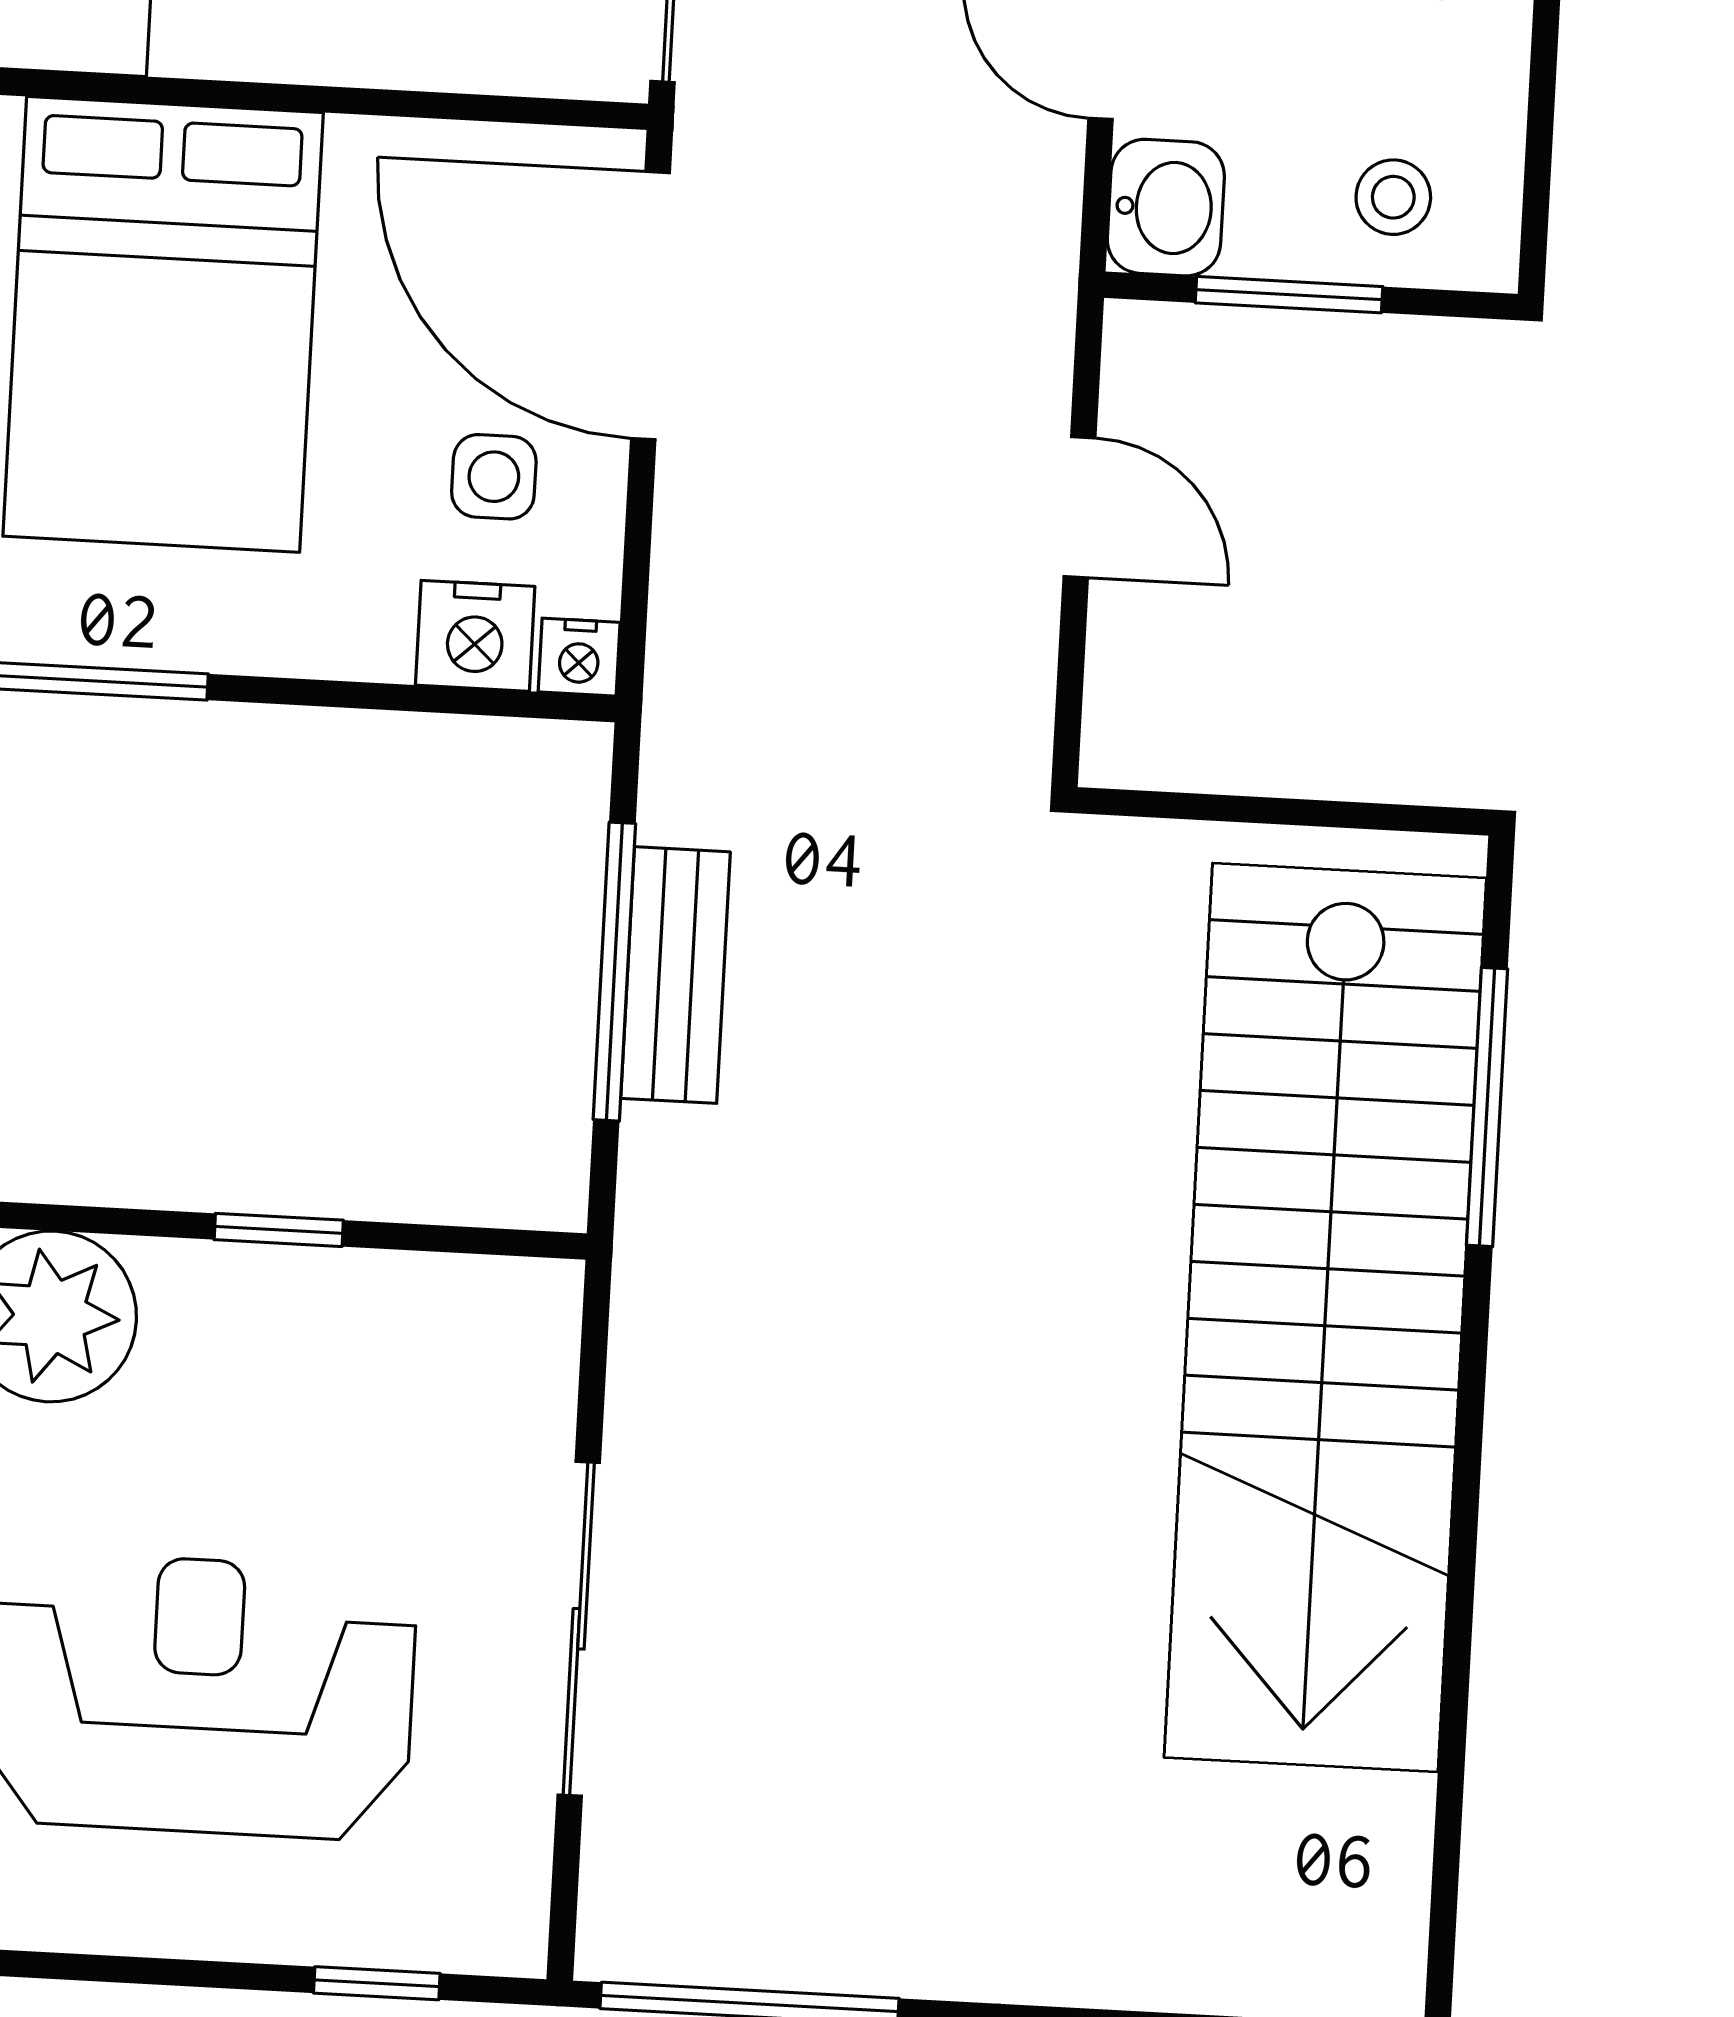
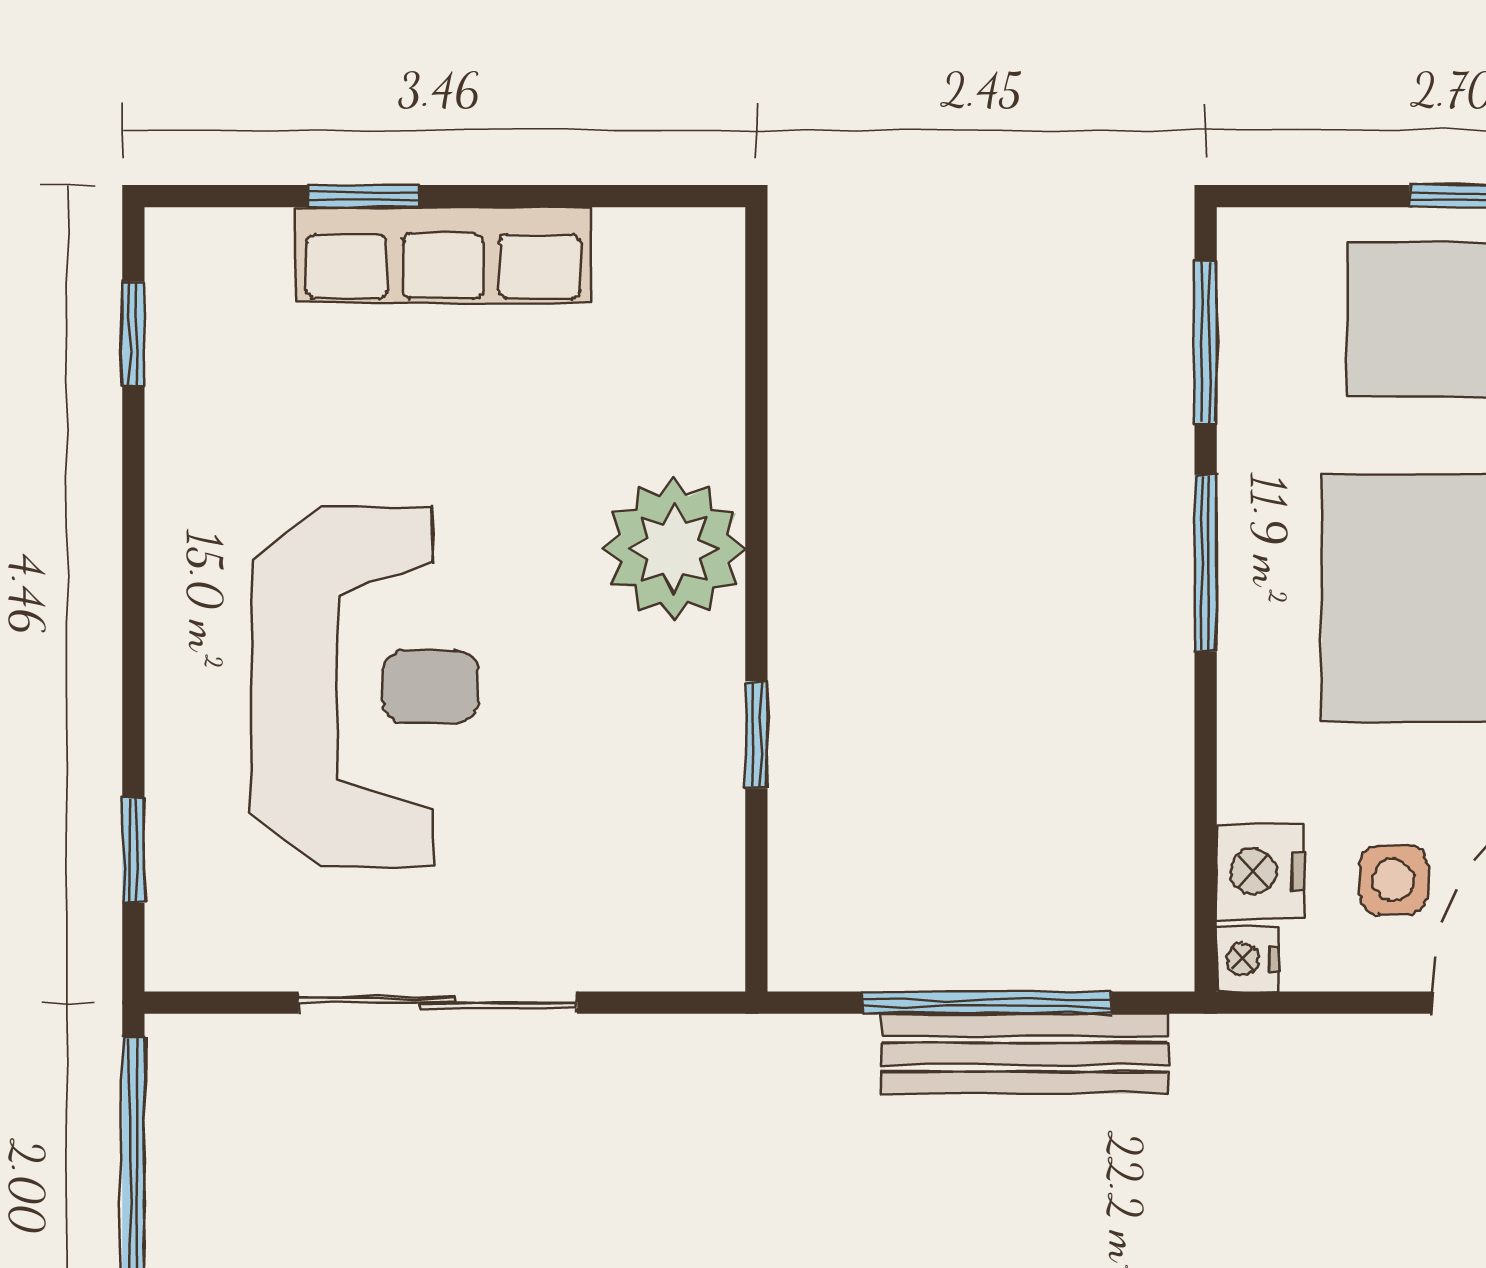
bench: (676, 975) -> (1025, 1054), width x1.36

